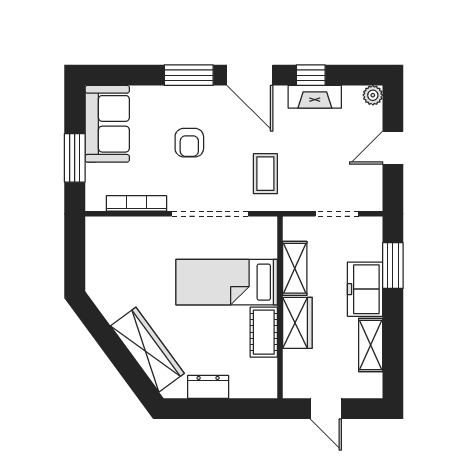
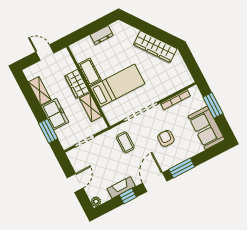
door: (250, 75) -> (155, 182), hinge flipped
wardrobe: (147, 350) -> (155, 47), moved

